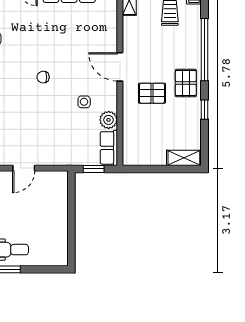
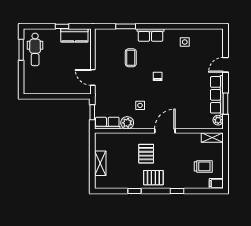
window: (205, 50) -> (177, 191), width x0.32
coffee table: (17, 115) -> (131, 58), added
shelving: (184, 158) -> (100, 163), moved
door: (24, 168) -> (93, 77), moved

